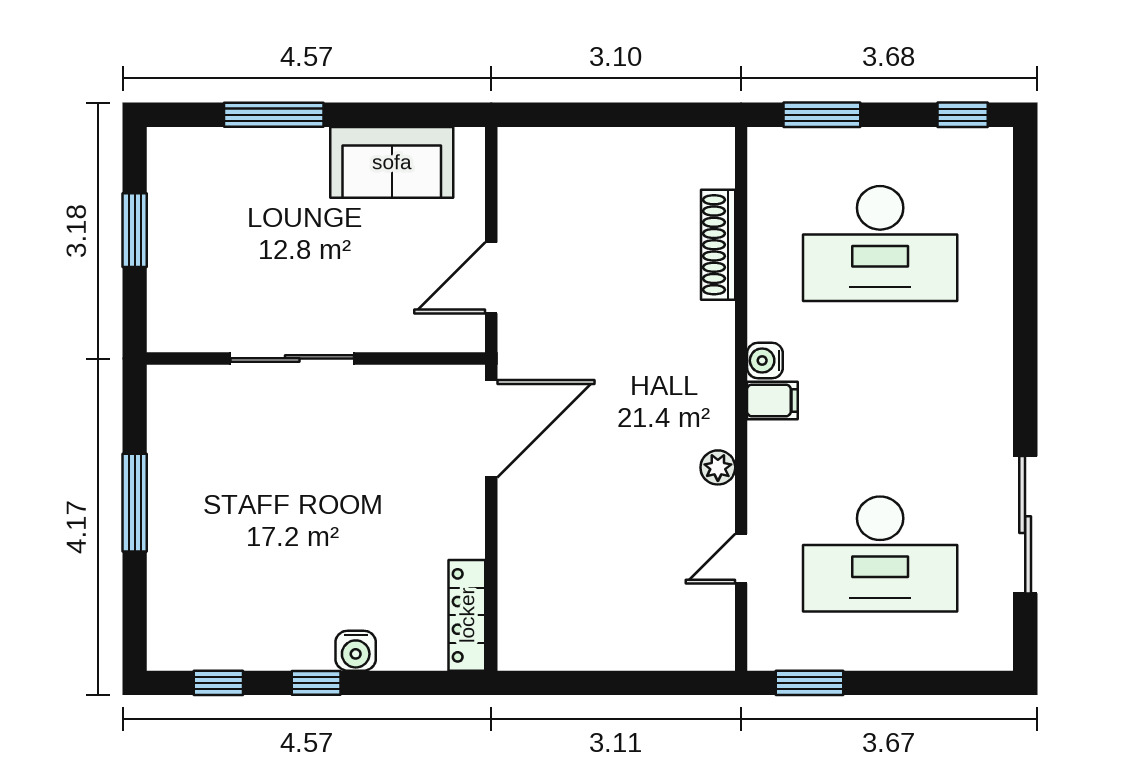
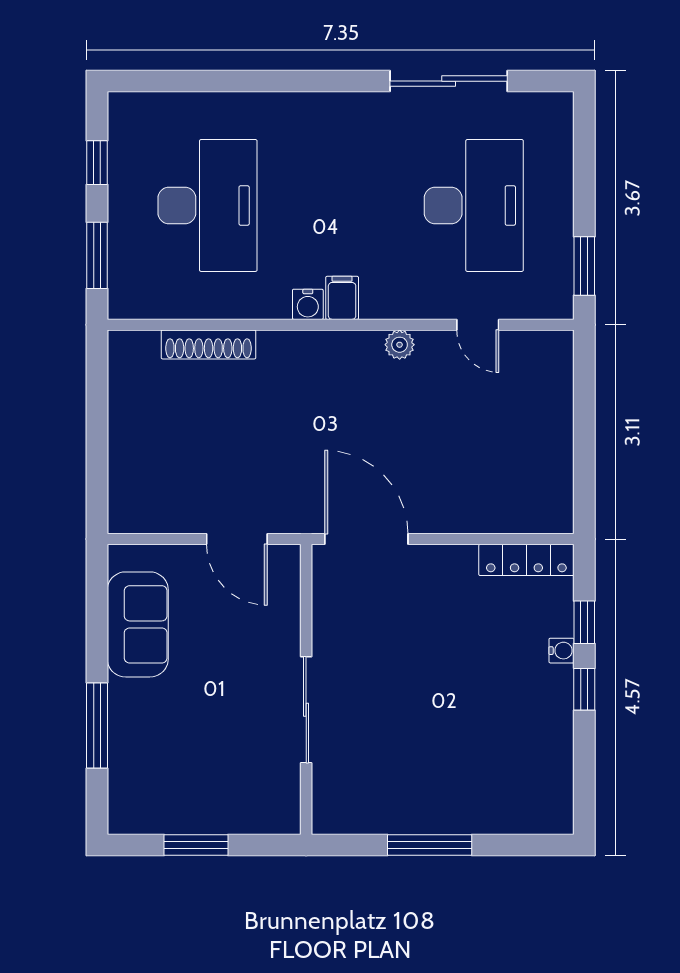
window: (963, 115) -> (97, 163), moved
water cooler: (356, 651) -> (561, 651), width x0.72, depth x0.72
window: (218, 683) -> (584, 622), moved

